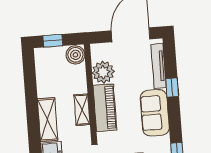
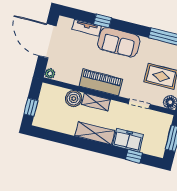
boiler: (75, 55) -> (74, 99), moved
tv unit: (159, 66) -> (86, 28), width x0.71
plant: (103, 72) -> (50, 73), moved, width x0.53, depth x0.53

